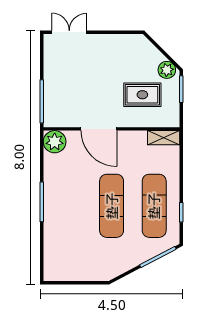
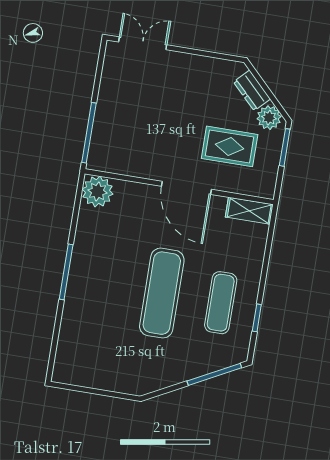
dresser: (152, 53) -> (252, 91), added
door: (99, 129) -> (186, 188), moved
exercise mat: (154, 206) -> (221, 303), width x0.73, depth x0.69

